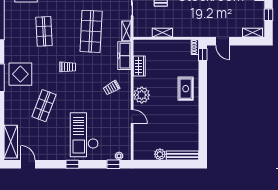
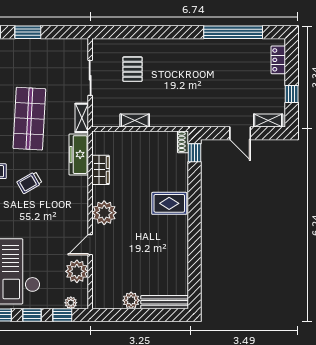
door: (223, 41) -> (240, 133), moved
trolley: (112, 88) -> (29, 183), moved
rug: (186, 89) -> (169, 203), turned 90
door: (132, 117) -> (90, 245), swing flipped
plant: (123, 135) -> (77, 271), added
window: (93, 164) -> (32, 315), added

